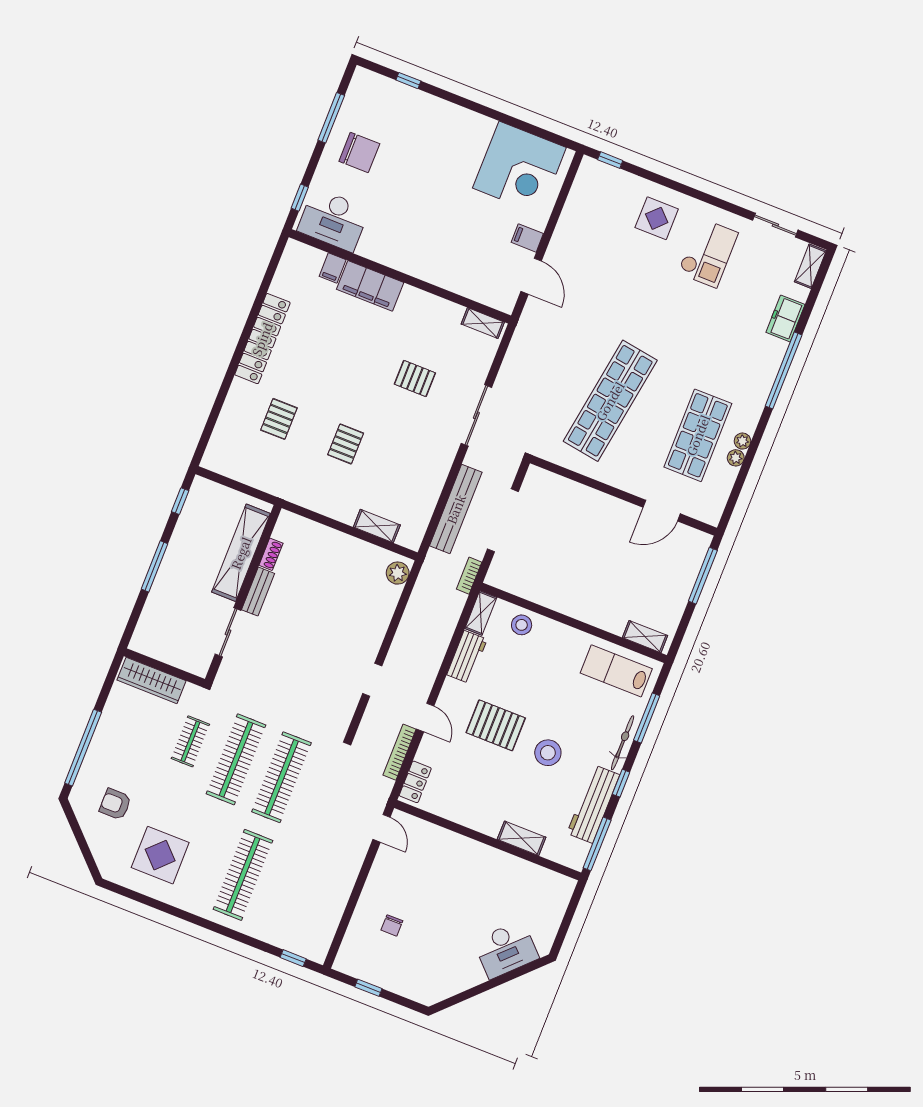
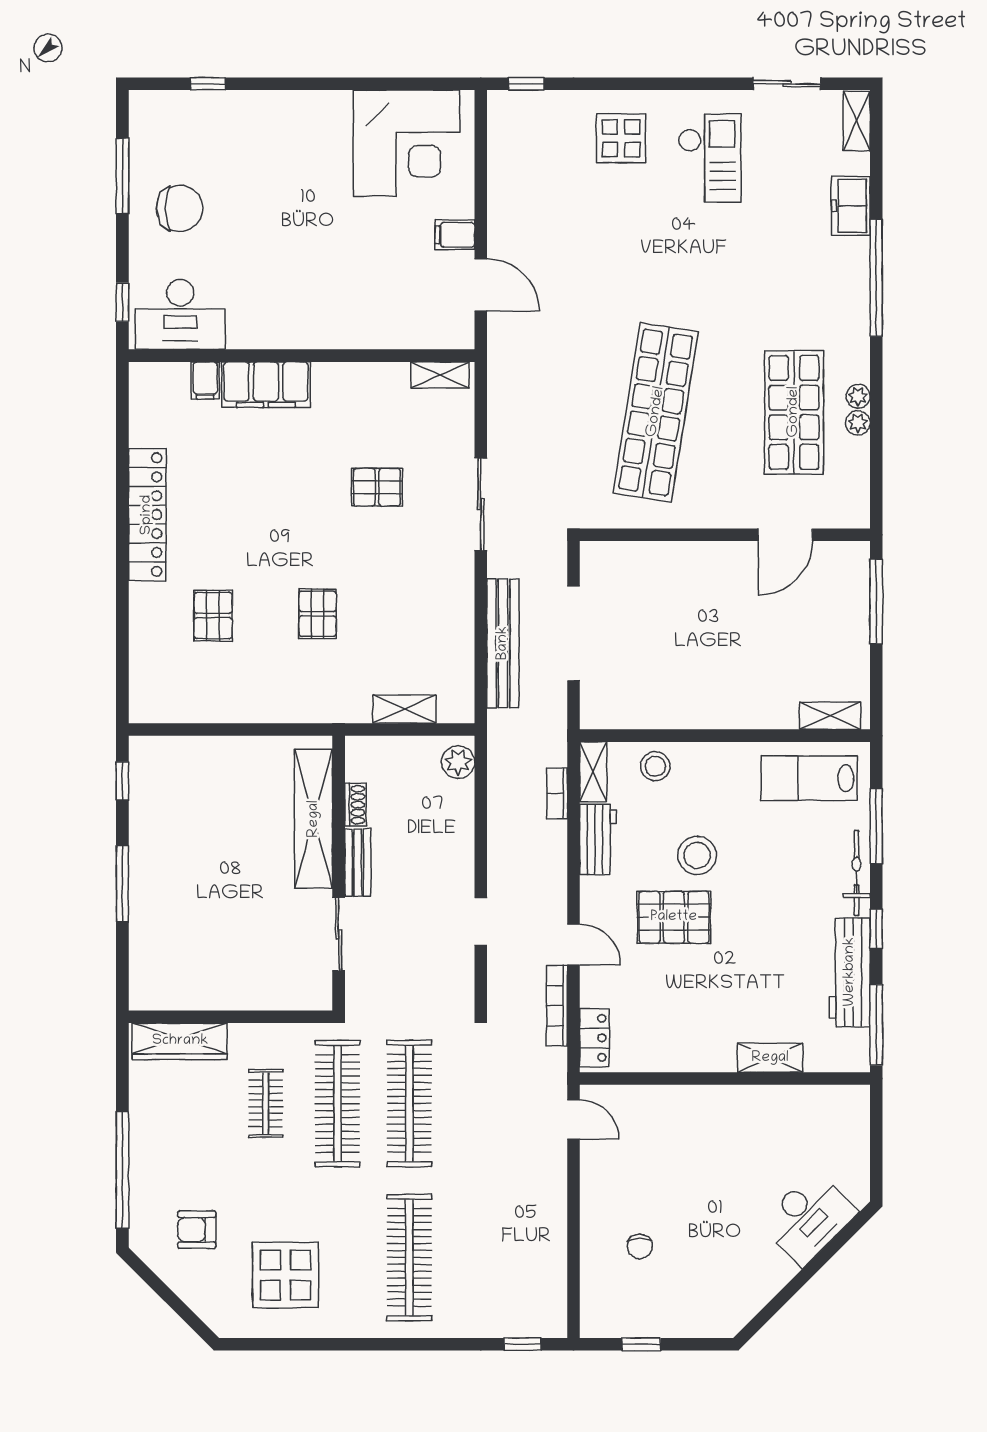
shelving: (241, 553) -> (314, 819), moved
shoe rack: (271, 554) -> (355, 805), moved
bookcase: (469, 576) -> (557, 793), moved
bench: (258, 592) -> (358, 863), moved
wall: (243, 594) -> (339, 873), moved
sliding door: (228, 632) -> (339, 934), moved
stool: (548, 753) -> (697, 855), moved

